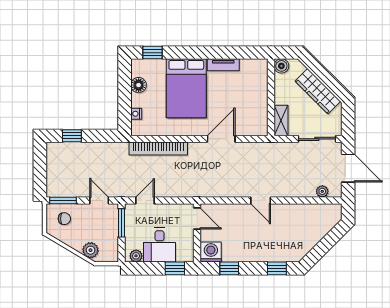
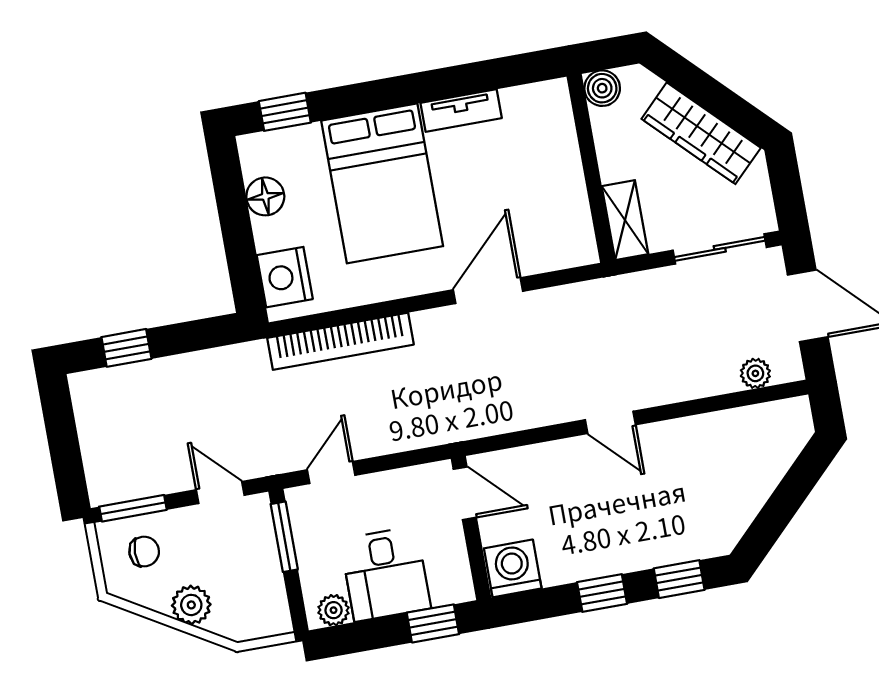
nightstand: (136, 114) -> (285, 277), width x1.89, depth x1.79
plant: (91, 250) -> (191, 605), moved
window: (229, 268) -> (602, 593), moved

